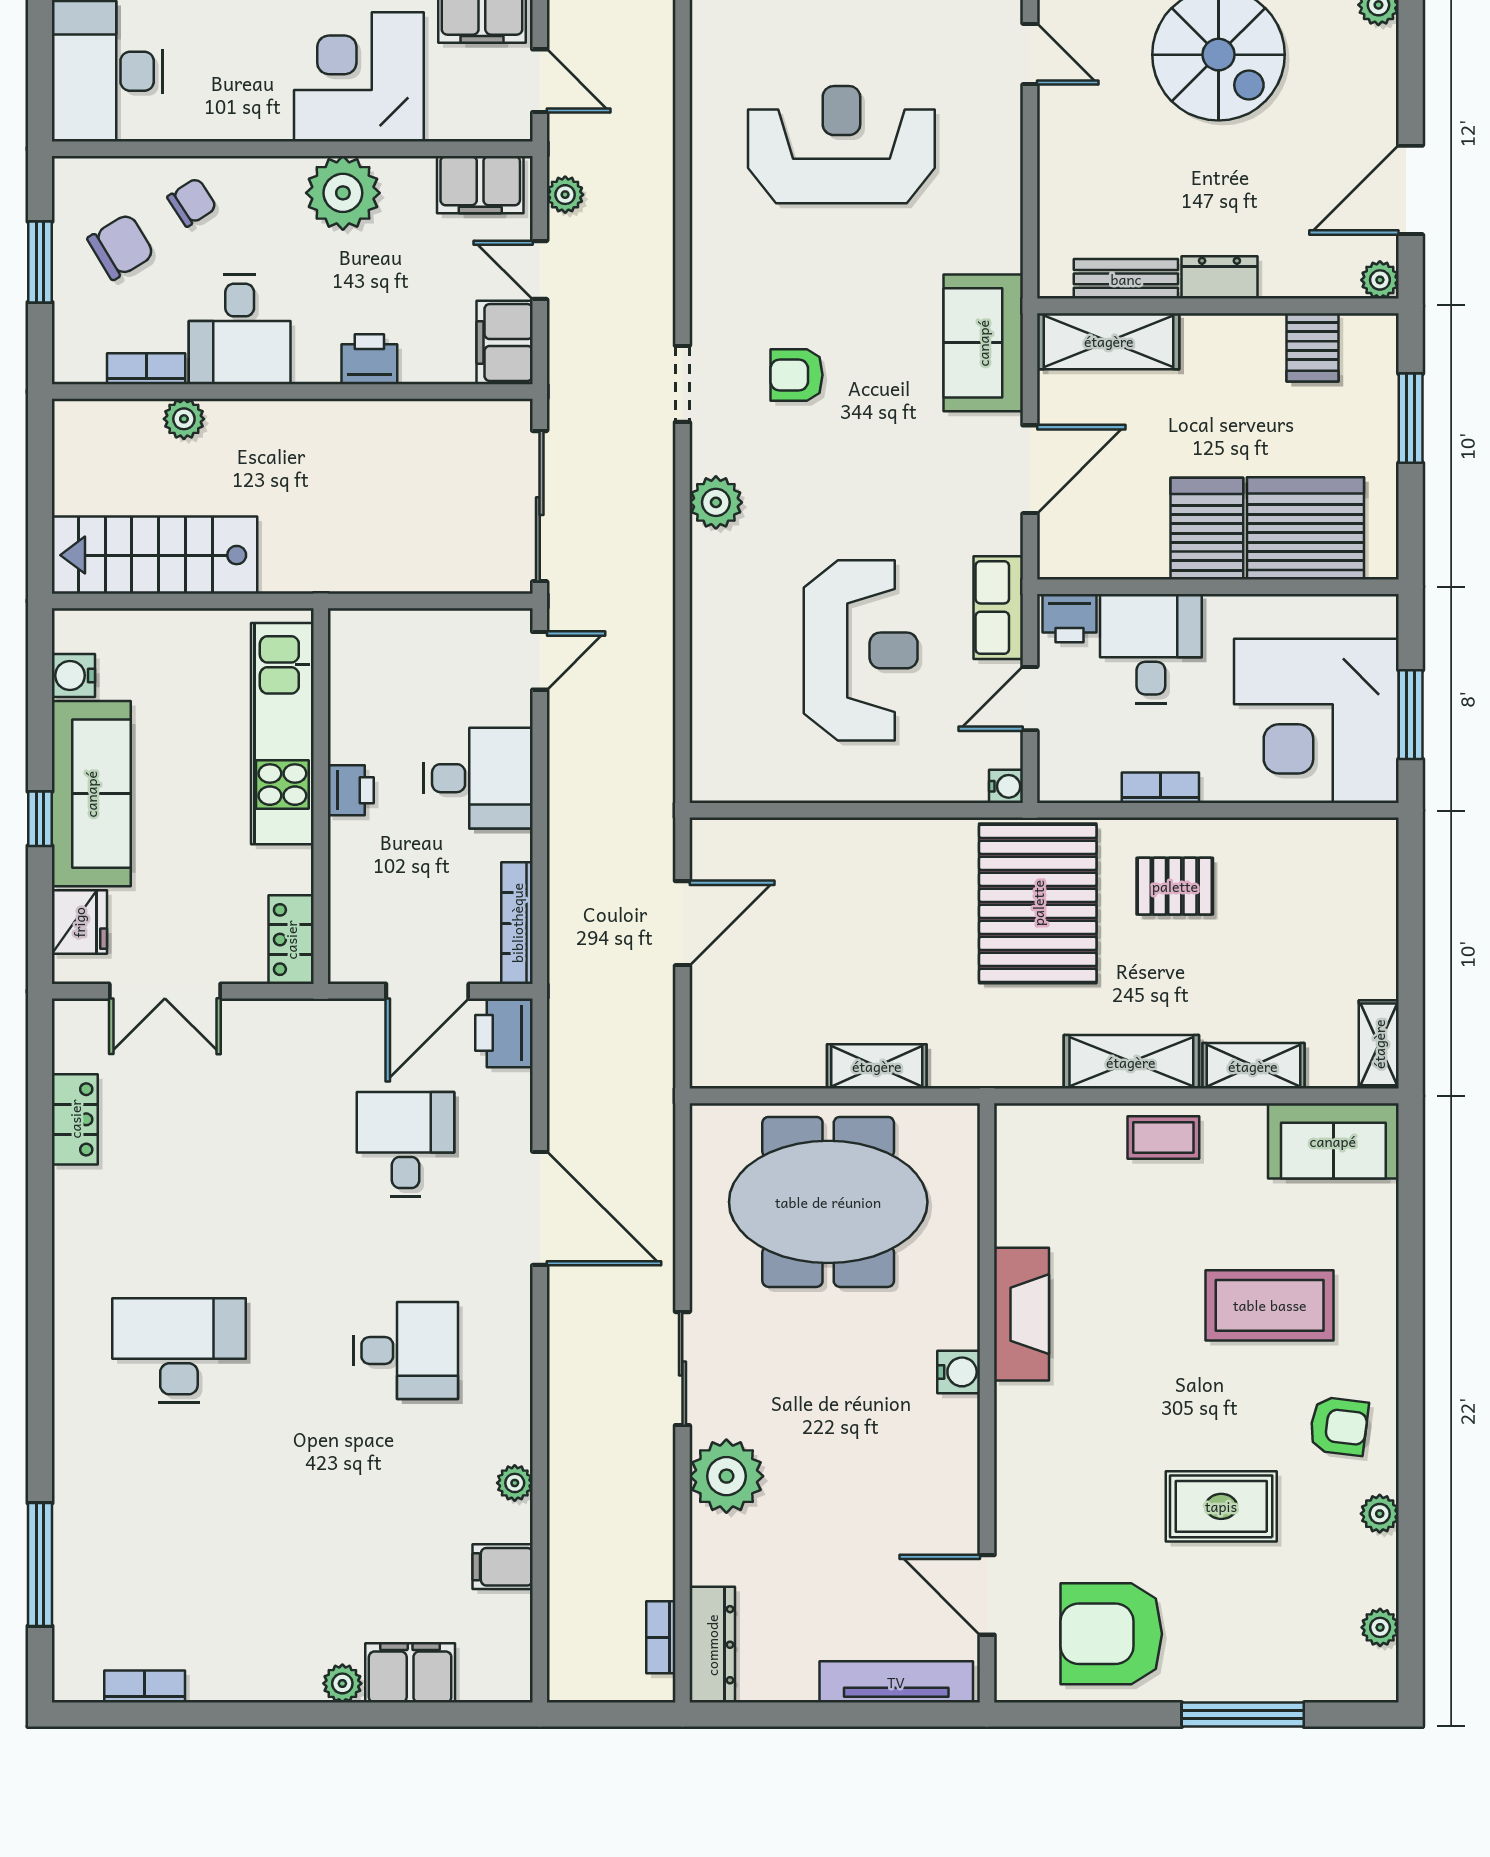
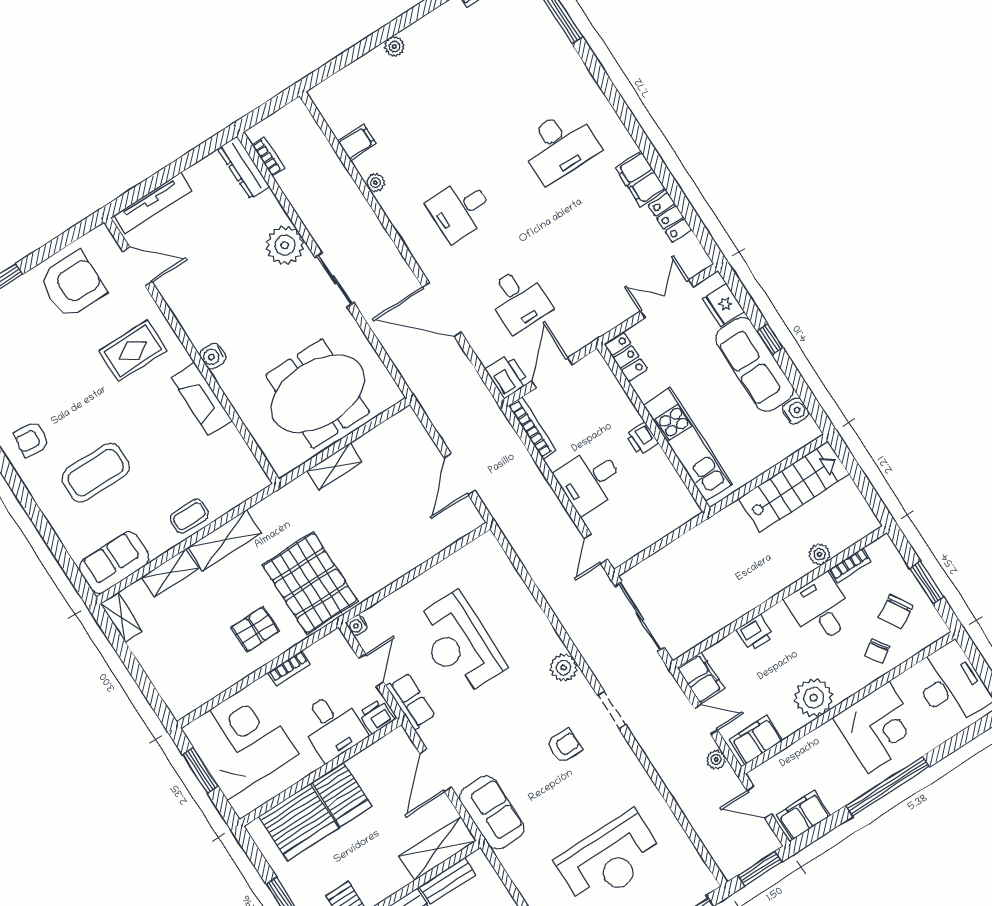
corner desk: (359, 77) -> (879, 728), moved
rug: (1221, 1506) -> (133, 350), moved
filing cabinet: (410, 1673) -> (641, 179), moved, turned 90

